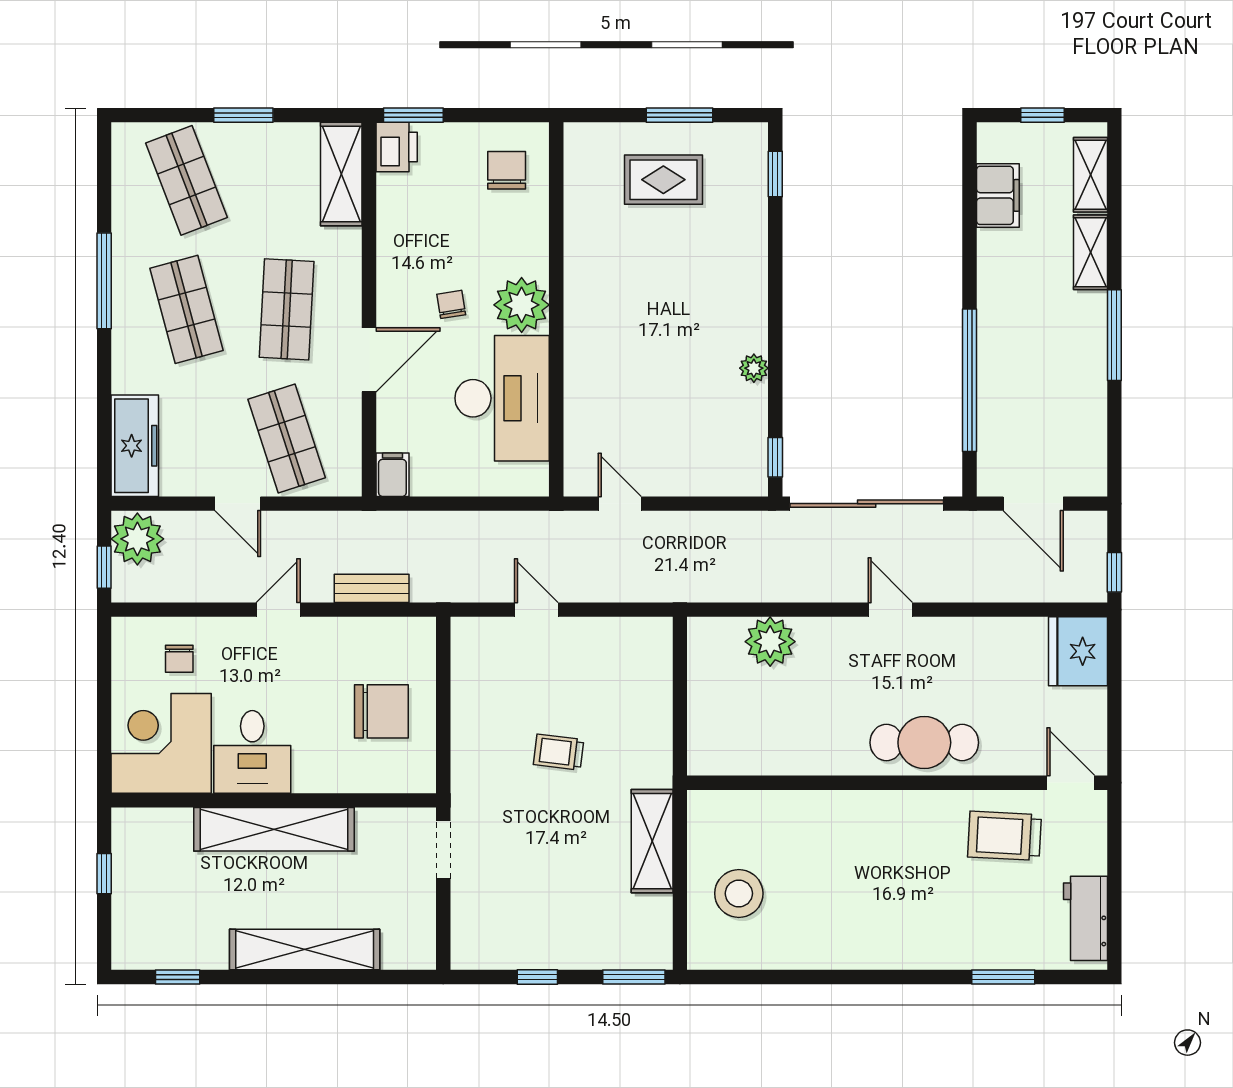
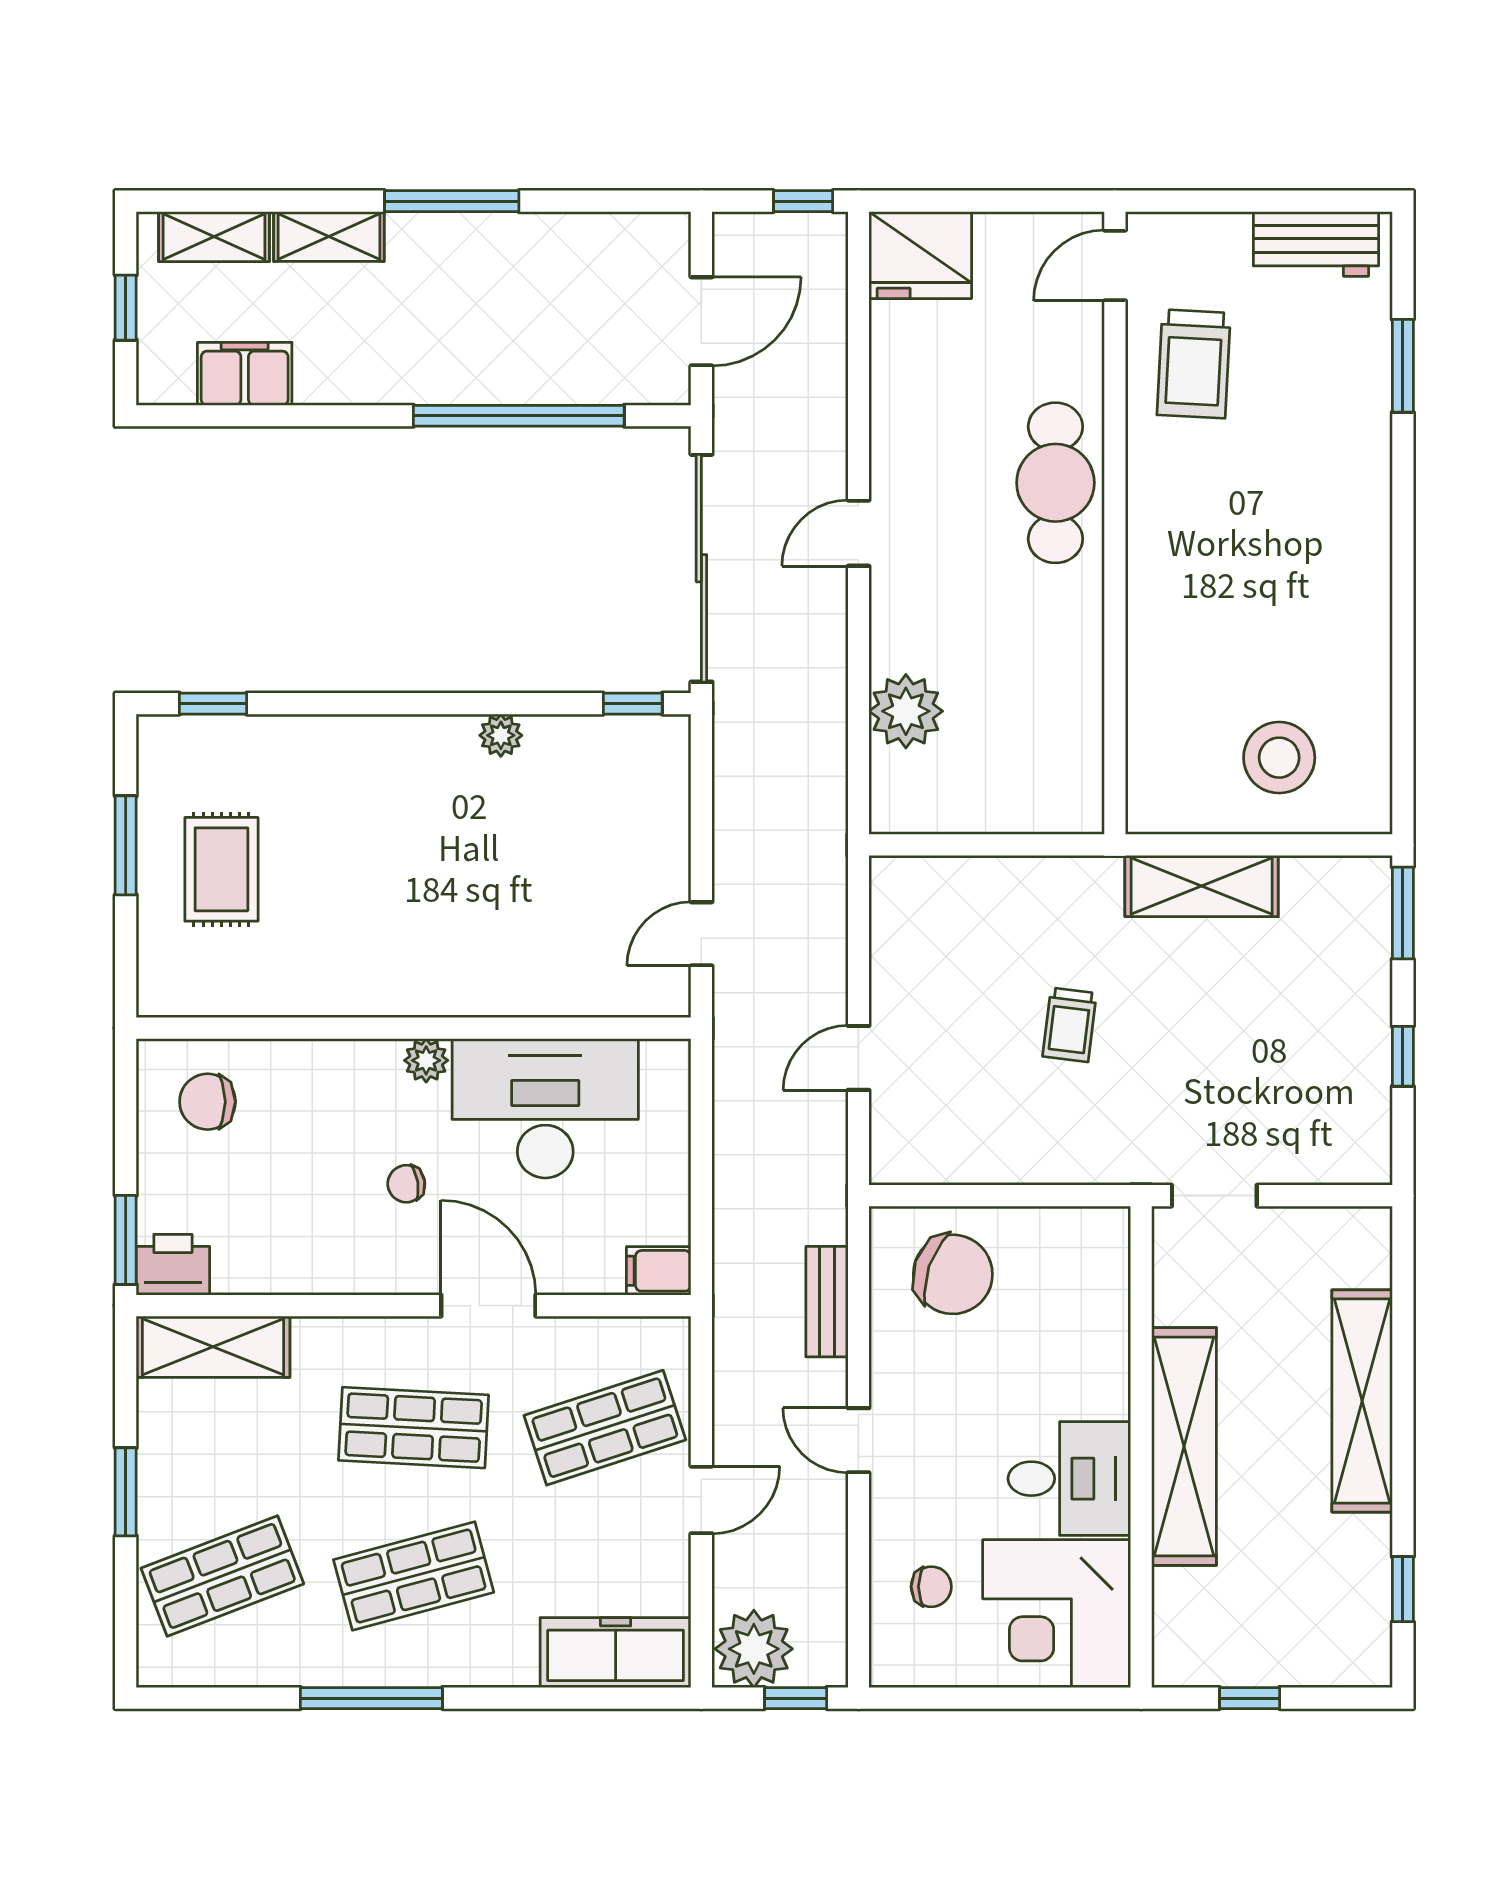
plant: (522, 305) -> (426, 1060), width x0.53, depth x0.53
chair: (381, 711) -> (953, 1274), moved, turned 109

